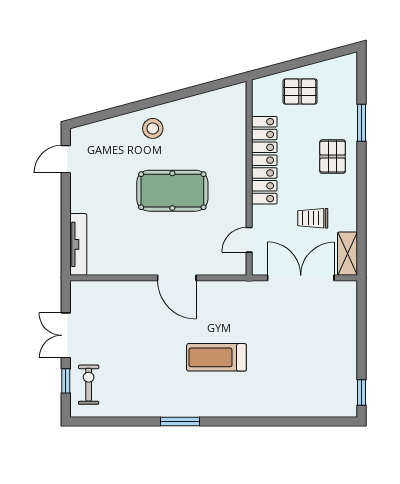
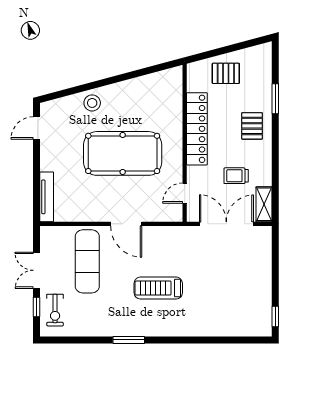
stool: (153, 128) -> (92, 103), moved
pool table: (172, 191) -> (123, 153), width x1.36, depth x1.32
exercise mat: (129, 324) -> (87, 261), added
exercise bike: (89, 385) -> (55, 310), turned 180

